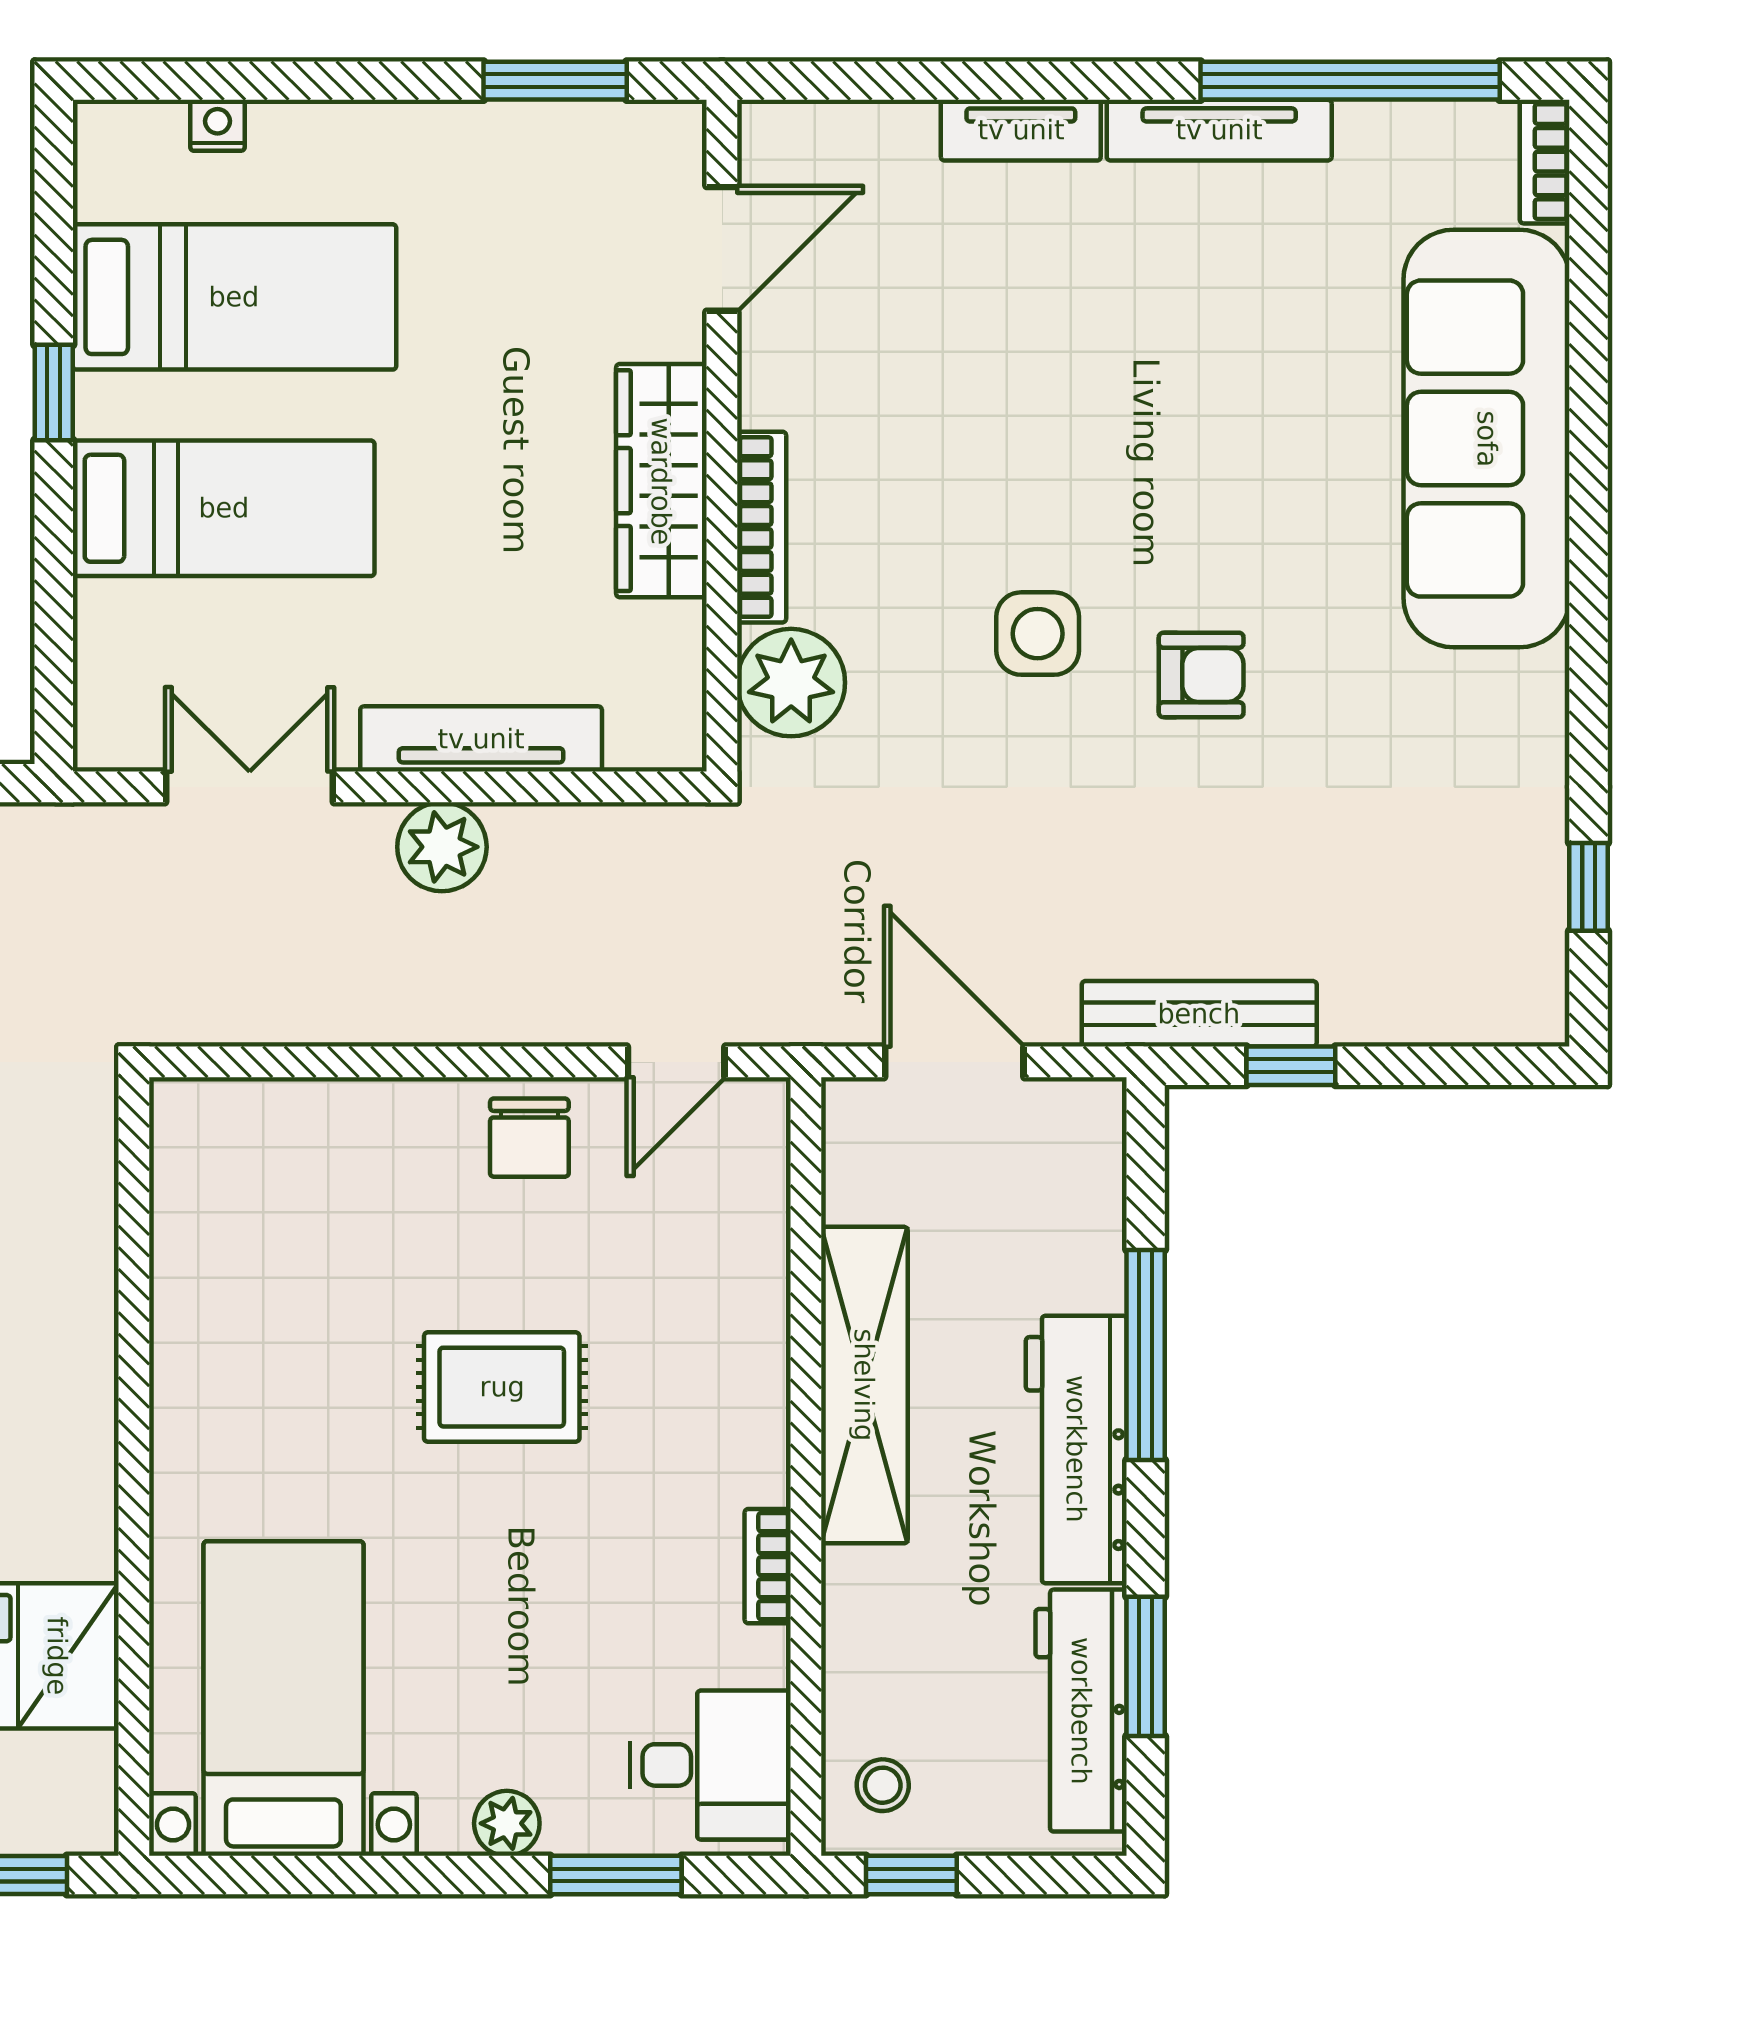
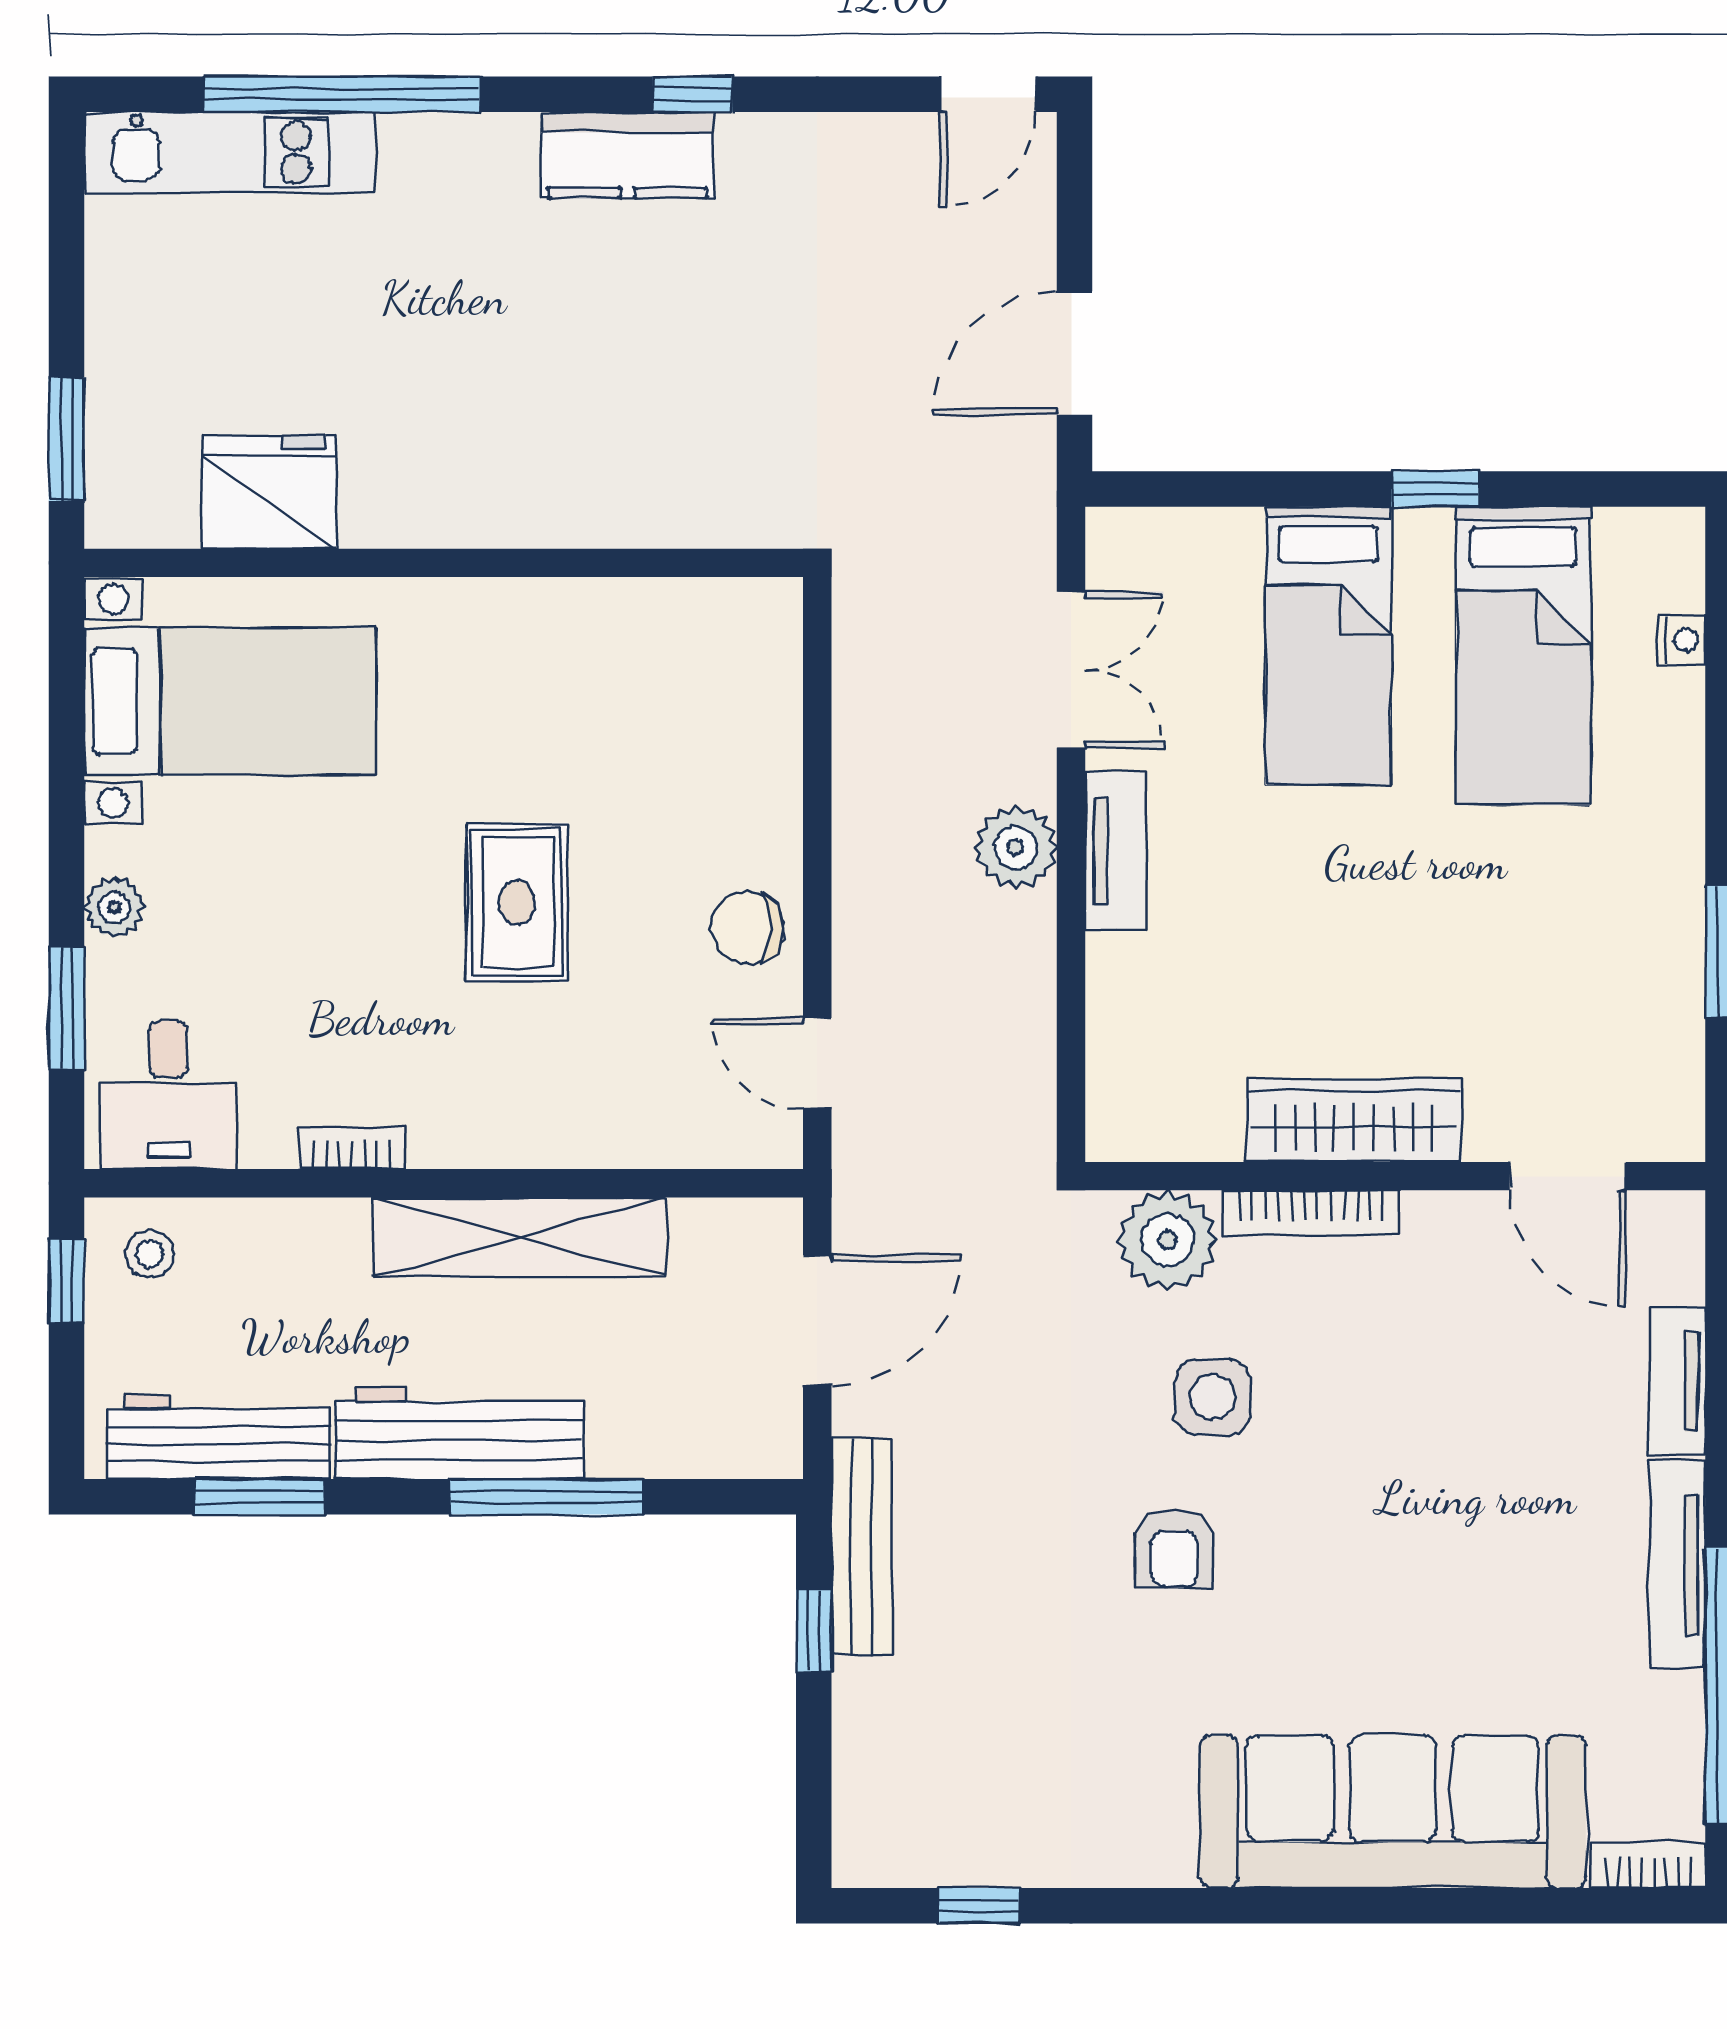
door: (722, 249) -> (1568, 1176), moved
wall: (722, 436) -> (1395, 1176), moved
wardrobe: (661, 481) -> (1354, 1120), moved
bookcase: (762, 527) -> (1311, 1213), moved
plant: (791, 683) -> (1167, 1240), moved
tv unit: (481, 739) -> (1115, 851), width x0.71

